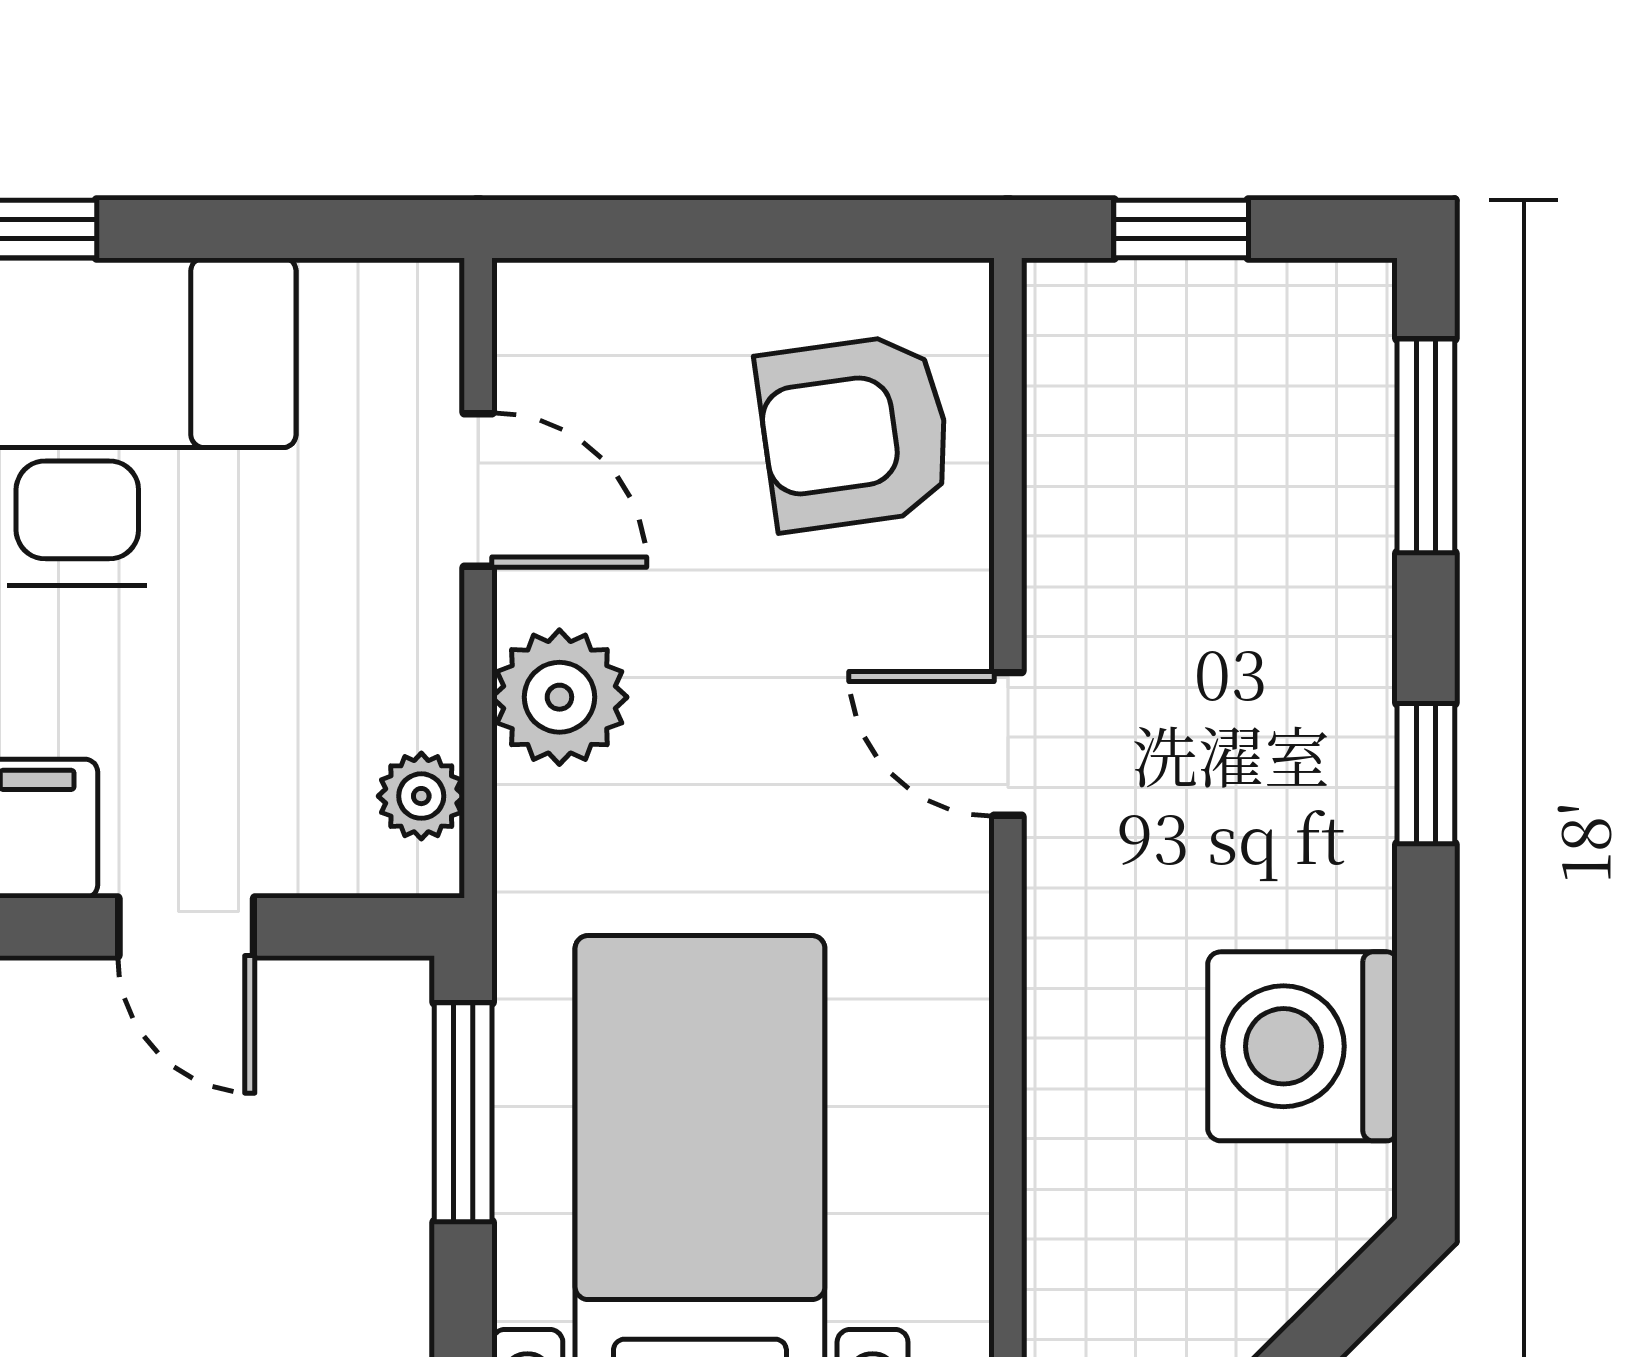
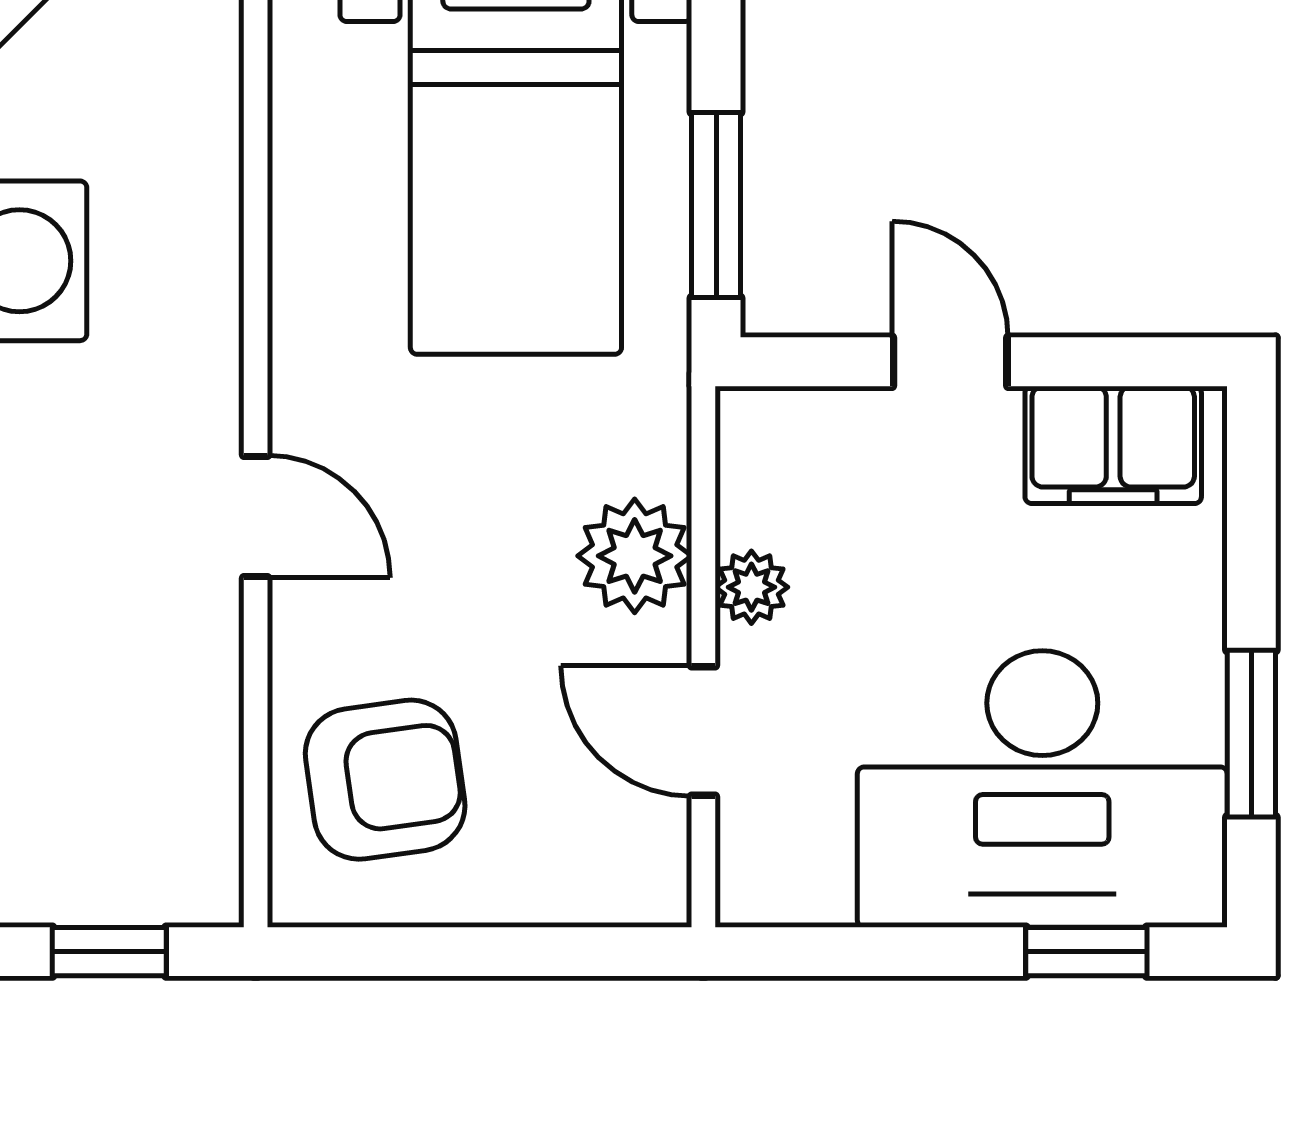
plant: (421, 796) -> (751, 587), moved

